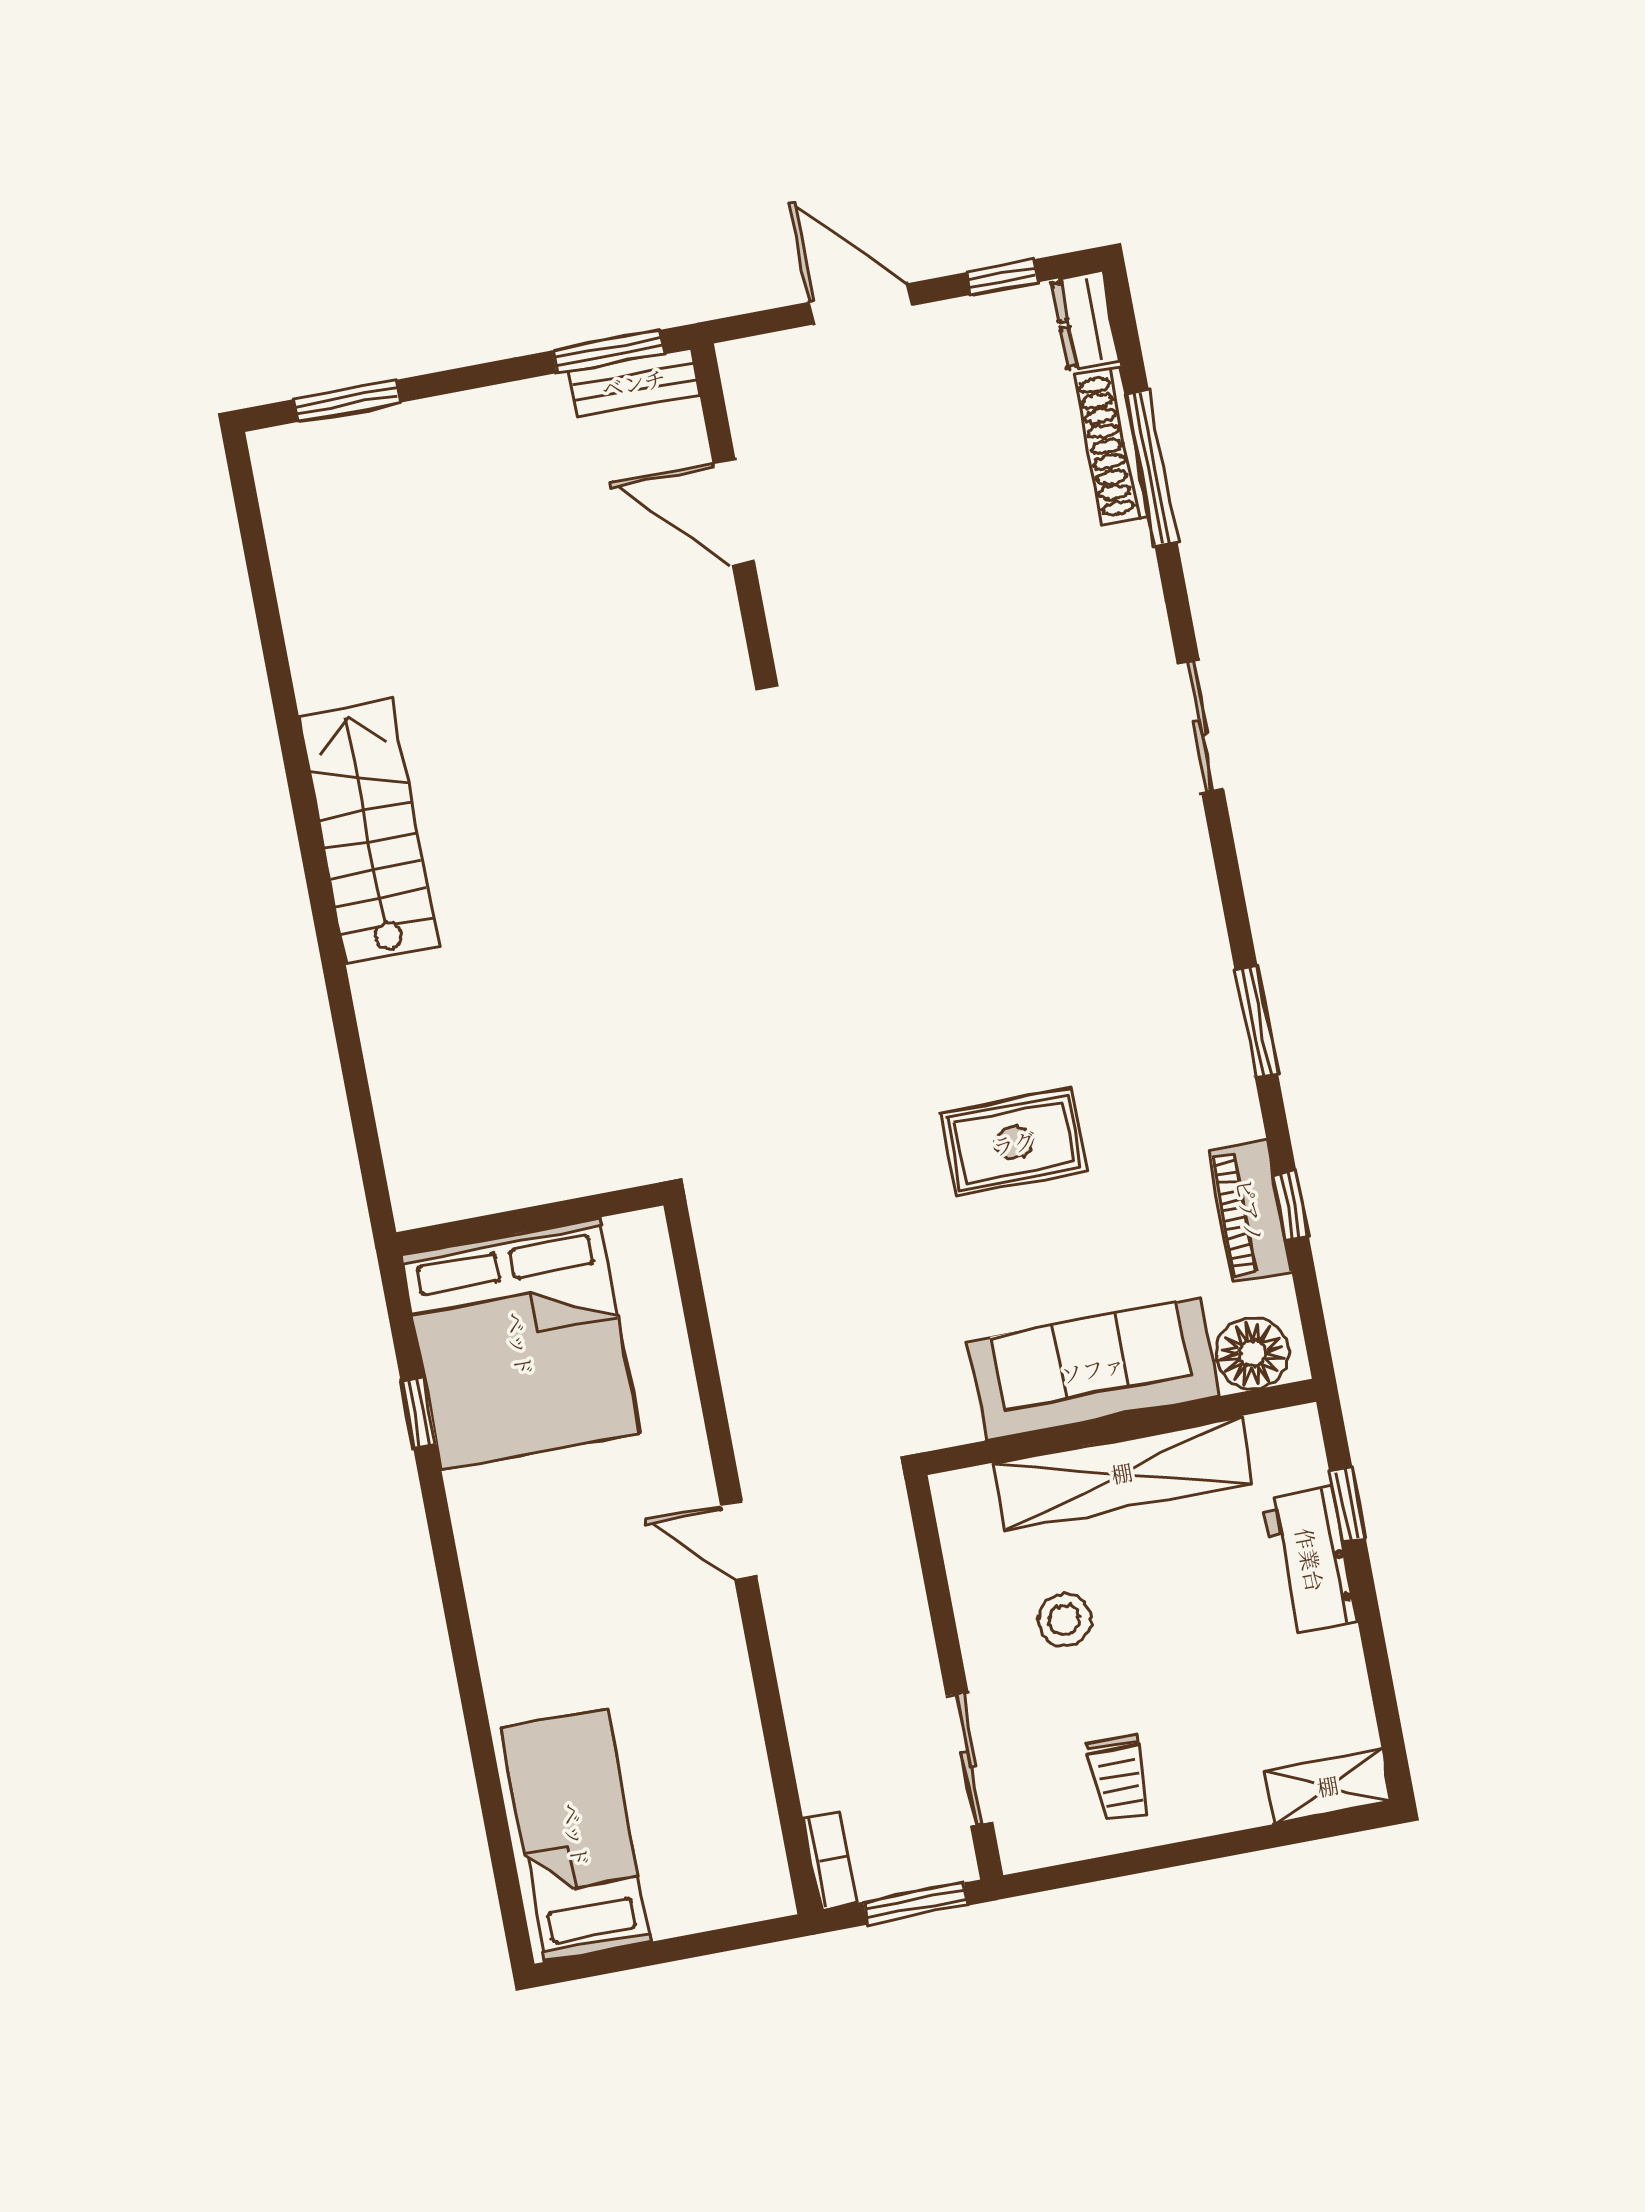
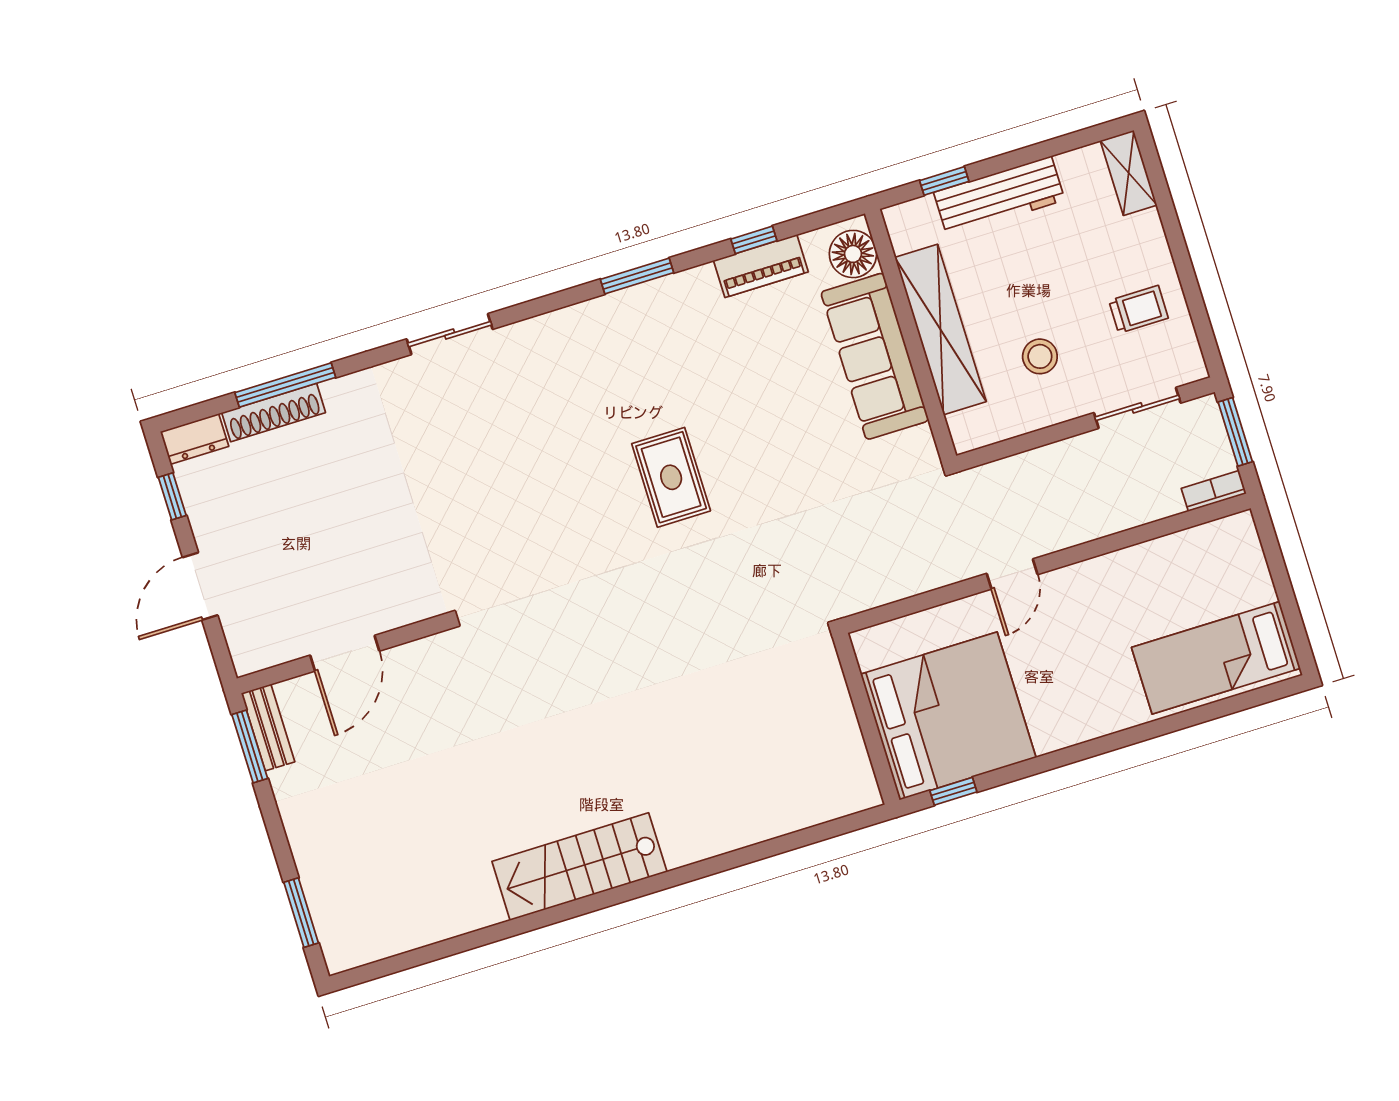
rug: (1014, 1143) -> (671, 477), moved
wall: (530, 1219) -> (866, 719), moved
bed: (520, 1344) -> (948, 716), moved
workbench: (1310, 1560) -> (999, 196), width x1.38

